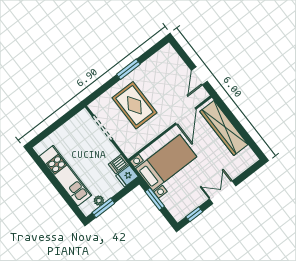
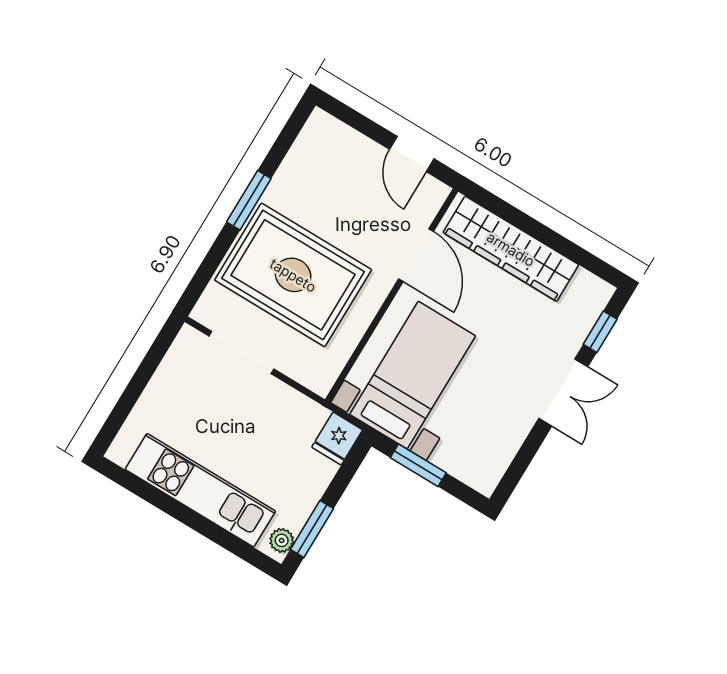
rug: (134, 105) -> (293, 275), width x1.37, depth x1.44
dishwasher: (118, 164) -> (308, 419), removed
double door: (223, 192) -> (563, 392), swing flipped
plant: (99, 201) -> (282, 540), moved
window: (194, 214) -> (600, 332), moved

